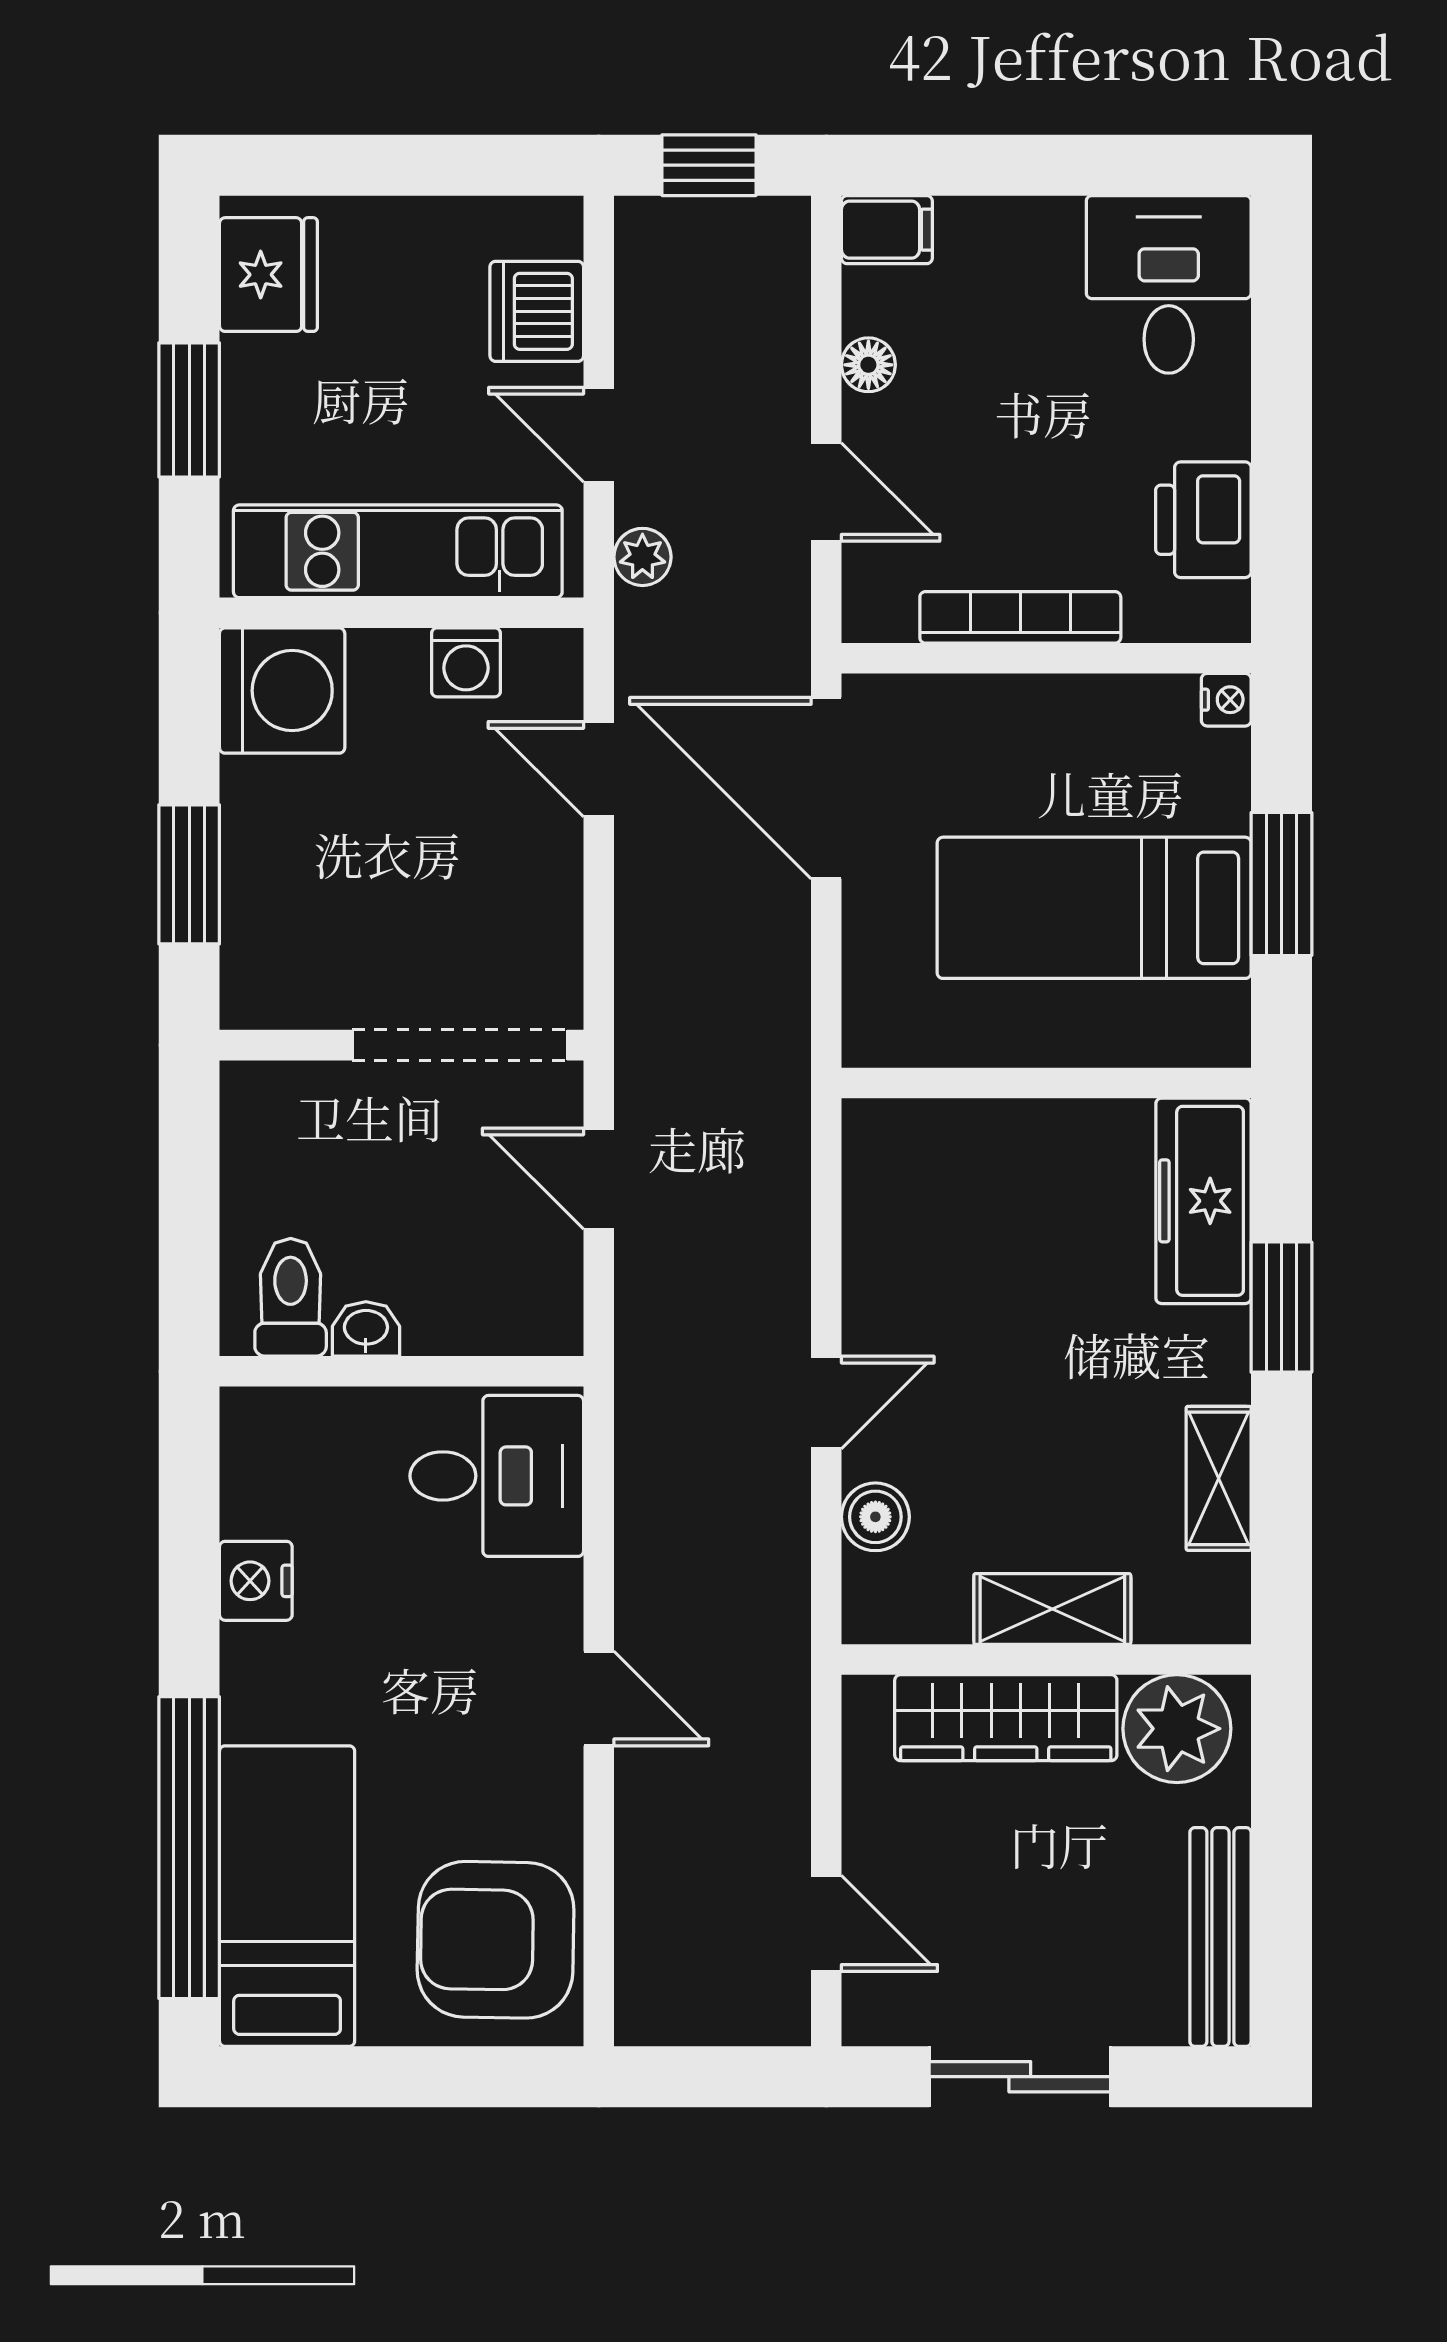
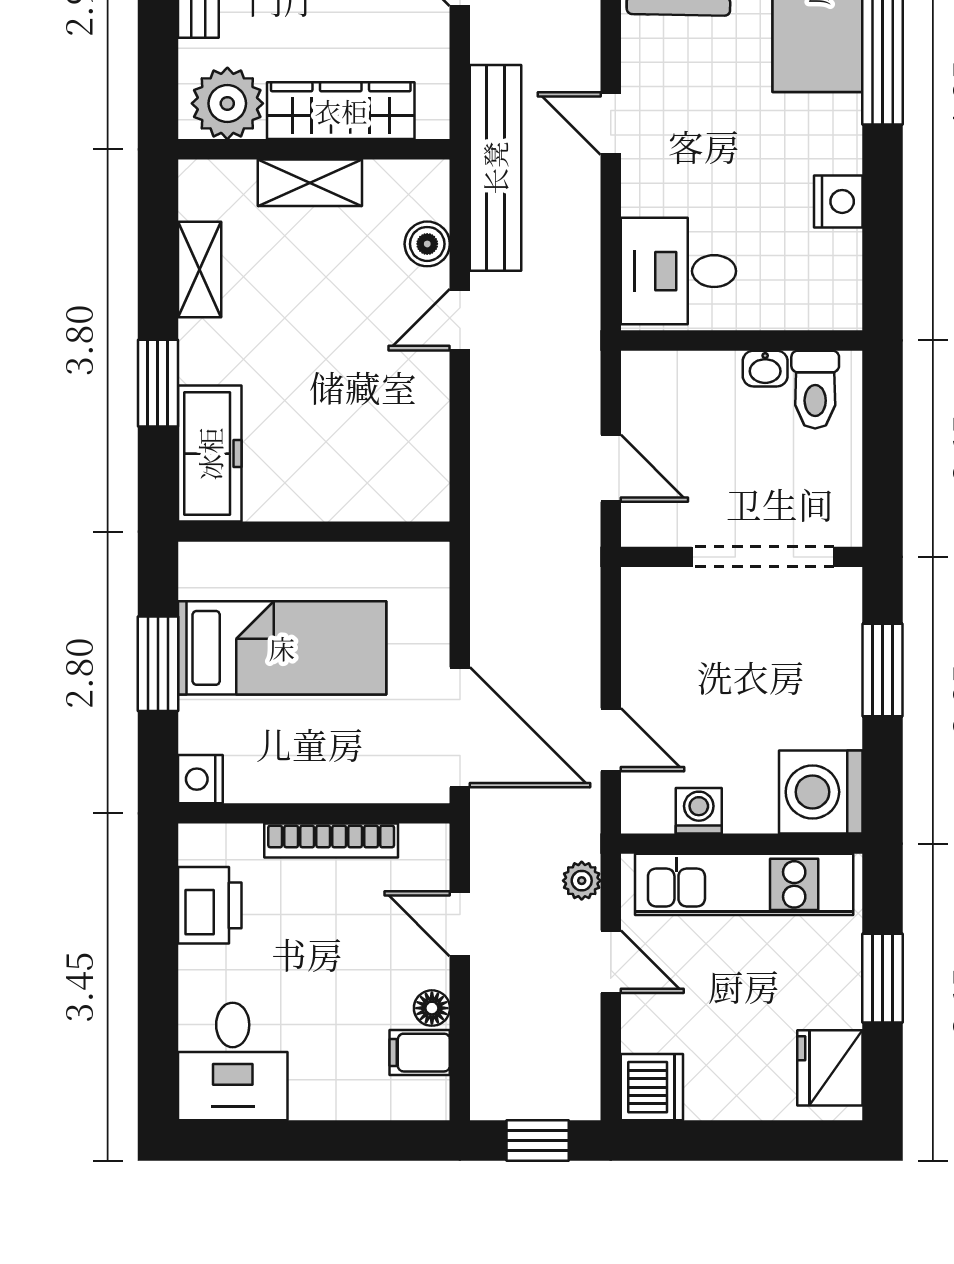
filing cabinet: (887, 230) -> (420, 1053), moved
dishwasher: (537, 311) -> (652, 1087), moved
nightstand: (1226, 700) -> (200, 779), width x1.39, depth x1.35
doorway: (460, 1045) -> (763, 557), moved
bench: (773, 1631) -> (495, 168), added

